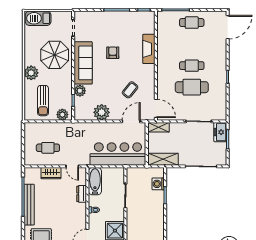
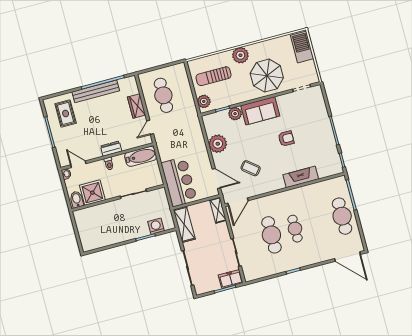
cafe table: (192, 23) -> (342, 216), width x1.37, depth x1.35
sofa: (83, 63) -> (260, 111), width x0.73
cafe table: (48, 148) -> (163, 95), width x1.37, depth x1.35
bar counter: (118, 154) -> (179, 182), width x0.73
dresser: (82, 194) -> (111, 149), moved

